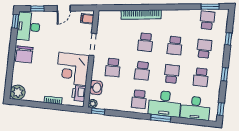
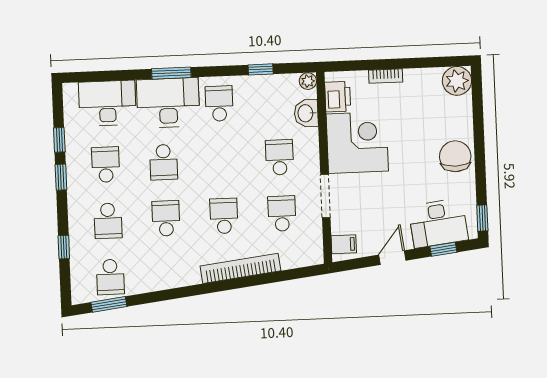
desk: (28, 27) -> (438, 223), moved, turned 83
school desk: (142, 71) -> (282, 213), moved
window: (221, 109) -> (59, 140), moved
window: (98, 111) -> (261, 69), moved

